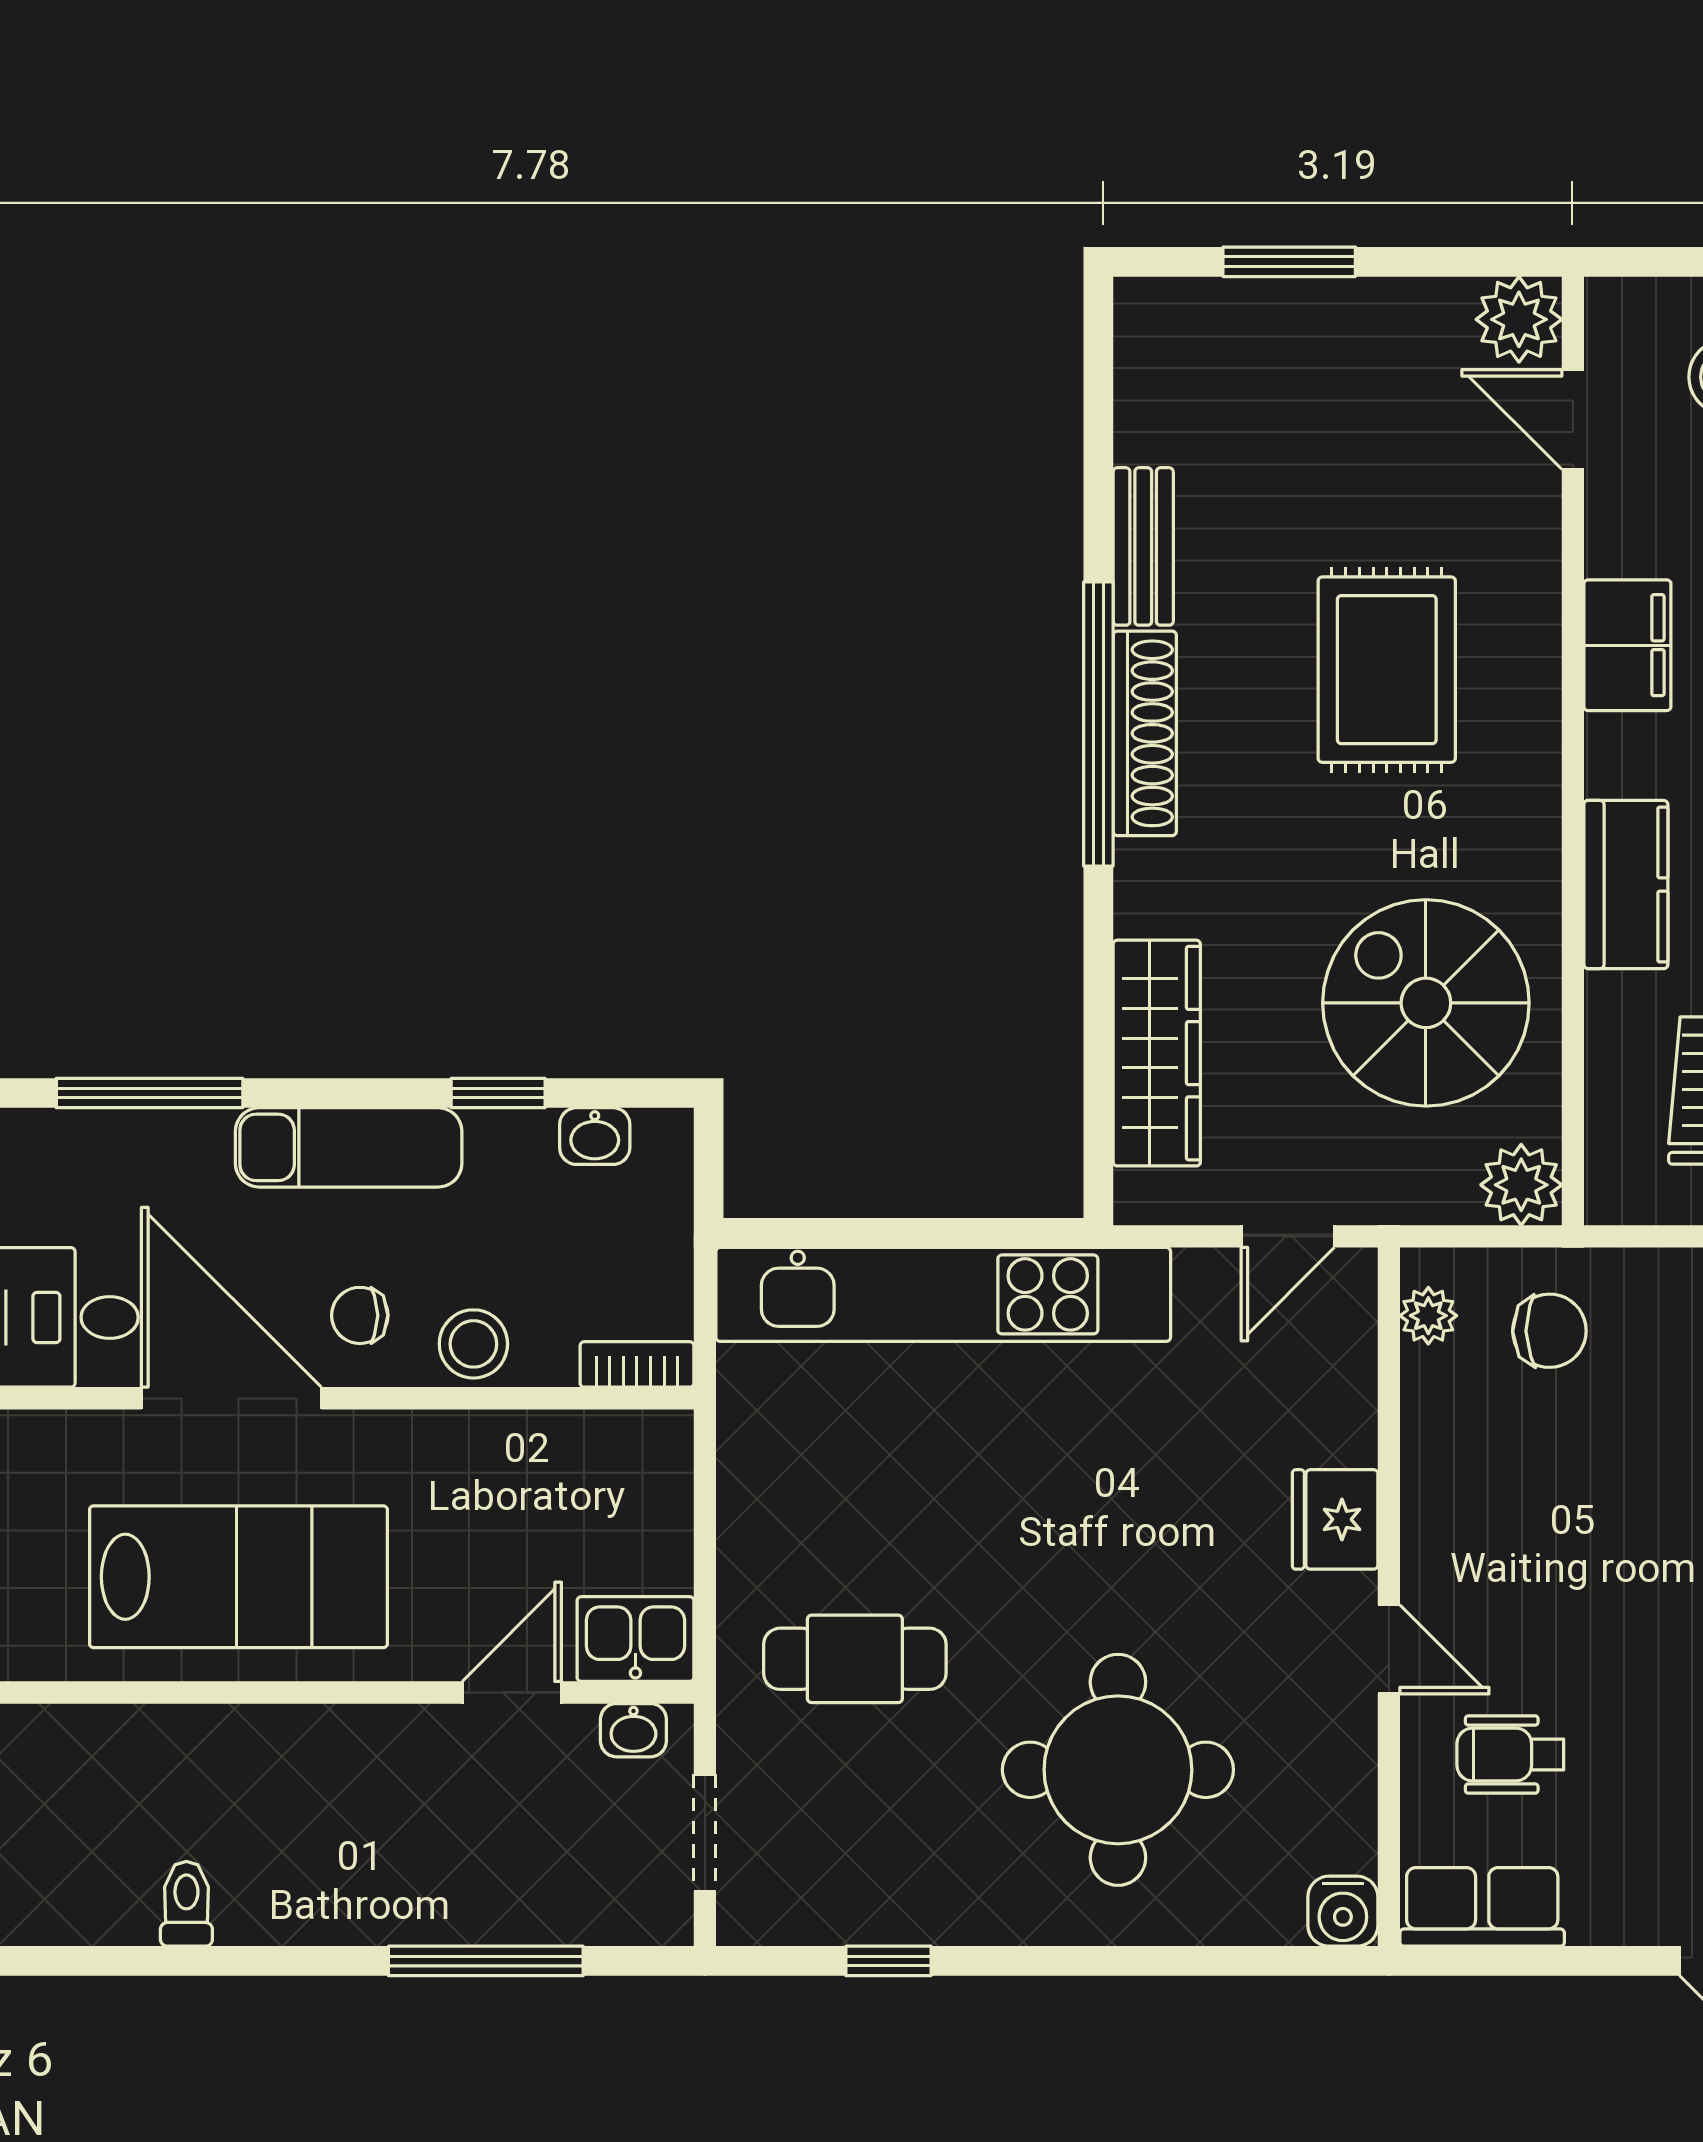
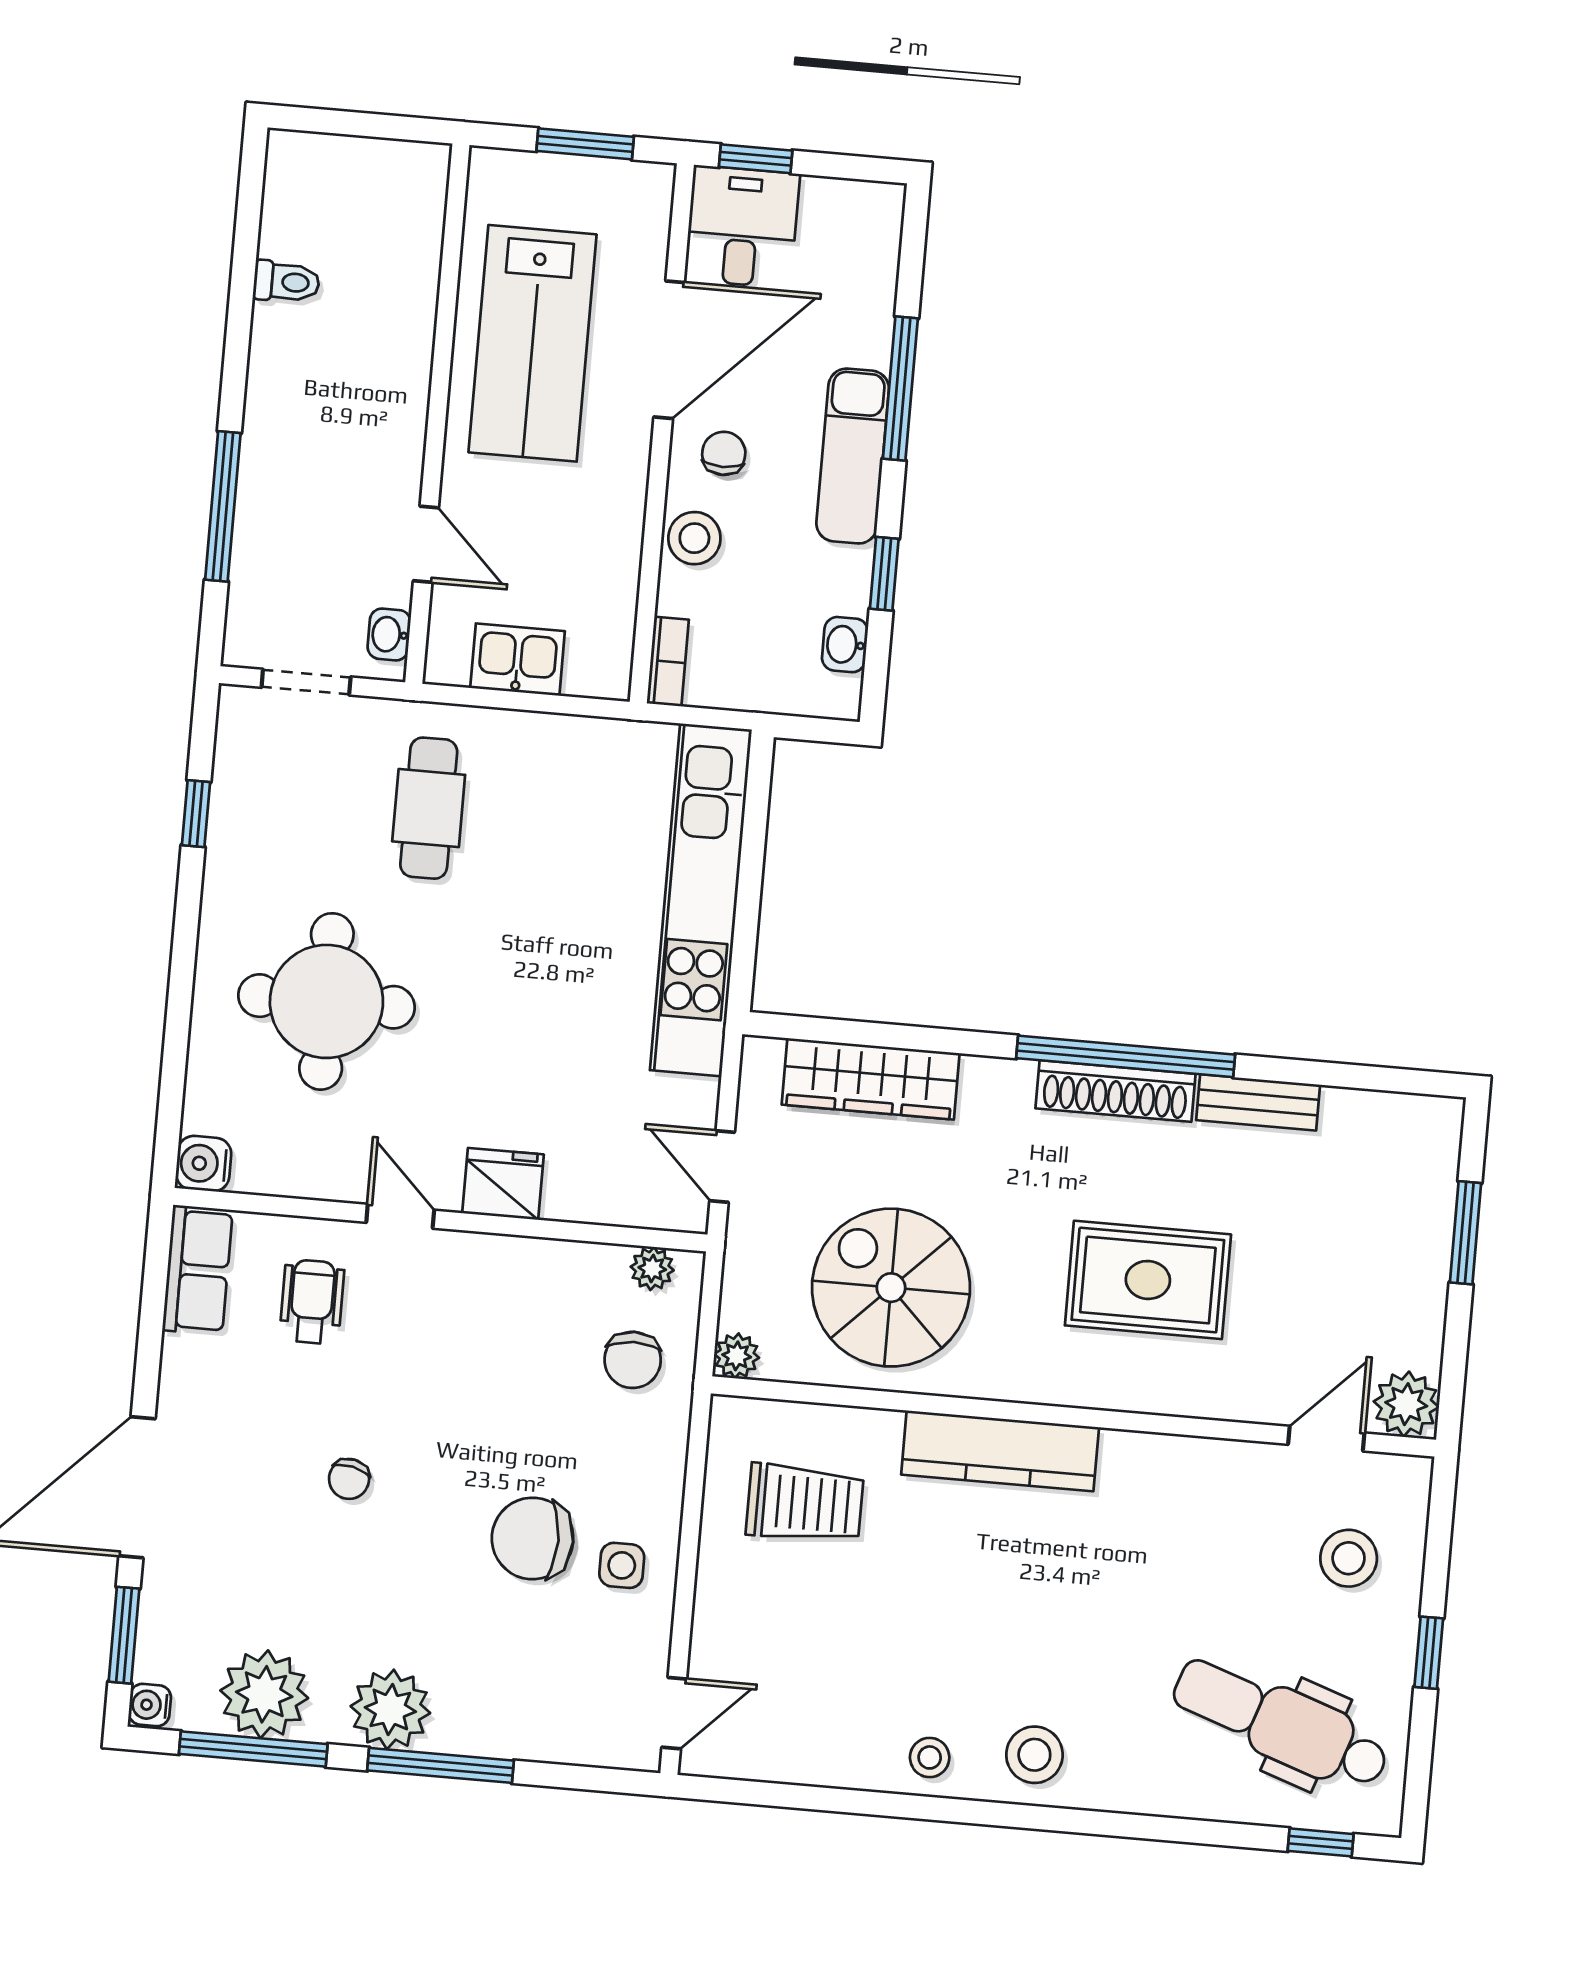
filing cabinet: (1627, 645) -> (1150, 1465), removed
kitchen counter: (1626, 885) -> (1000, 1451), width x1.50
spiral stairs: (1426, 1003) -> (891, 1288), turned -90
window: (150, 1093) -> (900, 388), moved
plant: (1521, 1185) -> (737, 1356), width x0.73, depth x0.73
kitchen sink: (635, 1639) -> (518, 660), moved, turned -90
door: (1389, 1649) -> (400, 1216), swing flipped

